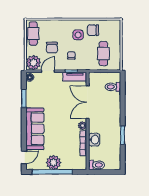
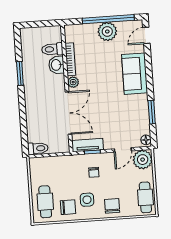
chair: (52, 48) -> (112, 206), moved
cafe table: (103, 54) -> (45, 202), moved
toilet: (113, 87) -> (38, 148), moved
sofa: (35, 129) -> (135, 74), width x0.73
toilet: (97, 165) -> (52, 49), moved

